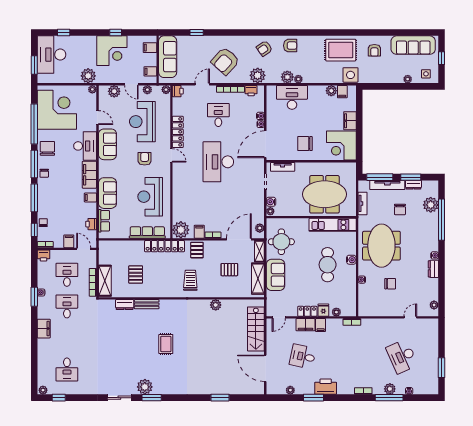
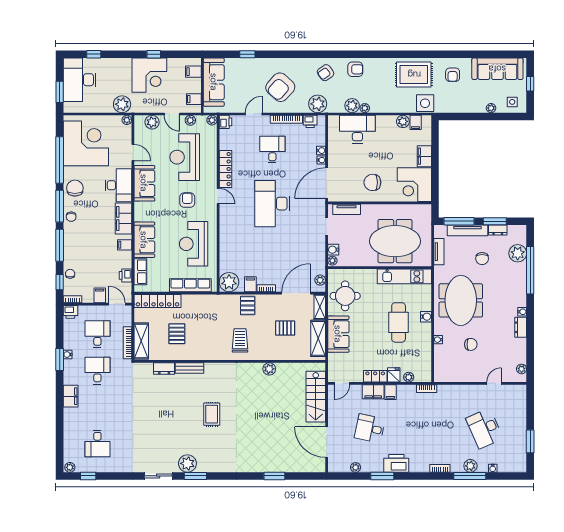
locker: (164, 246) -> (157, 301), moved

